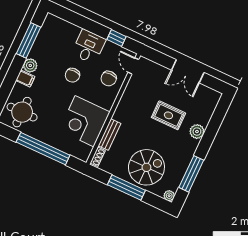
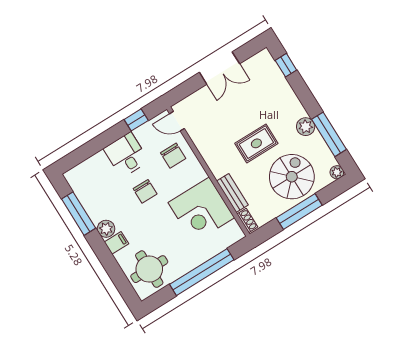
rug: (168, 115) -> (256, 143), moved
window: (219, 115) -> (286, 65), added
plant: (197, 132) -> (306, 127), moved

